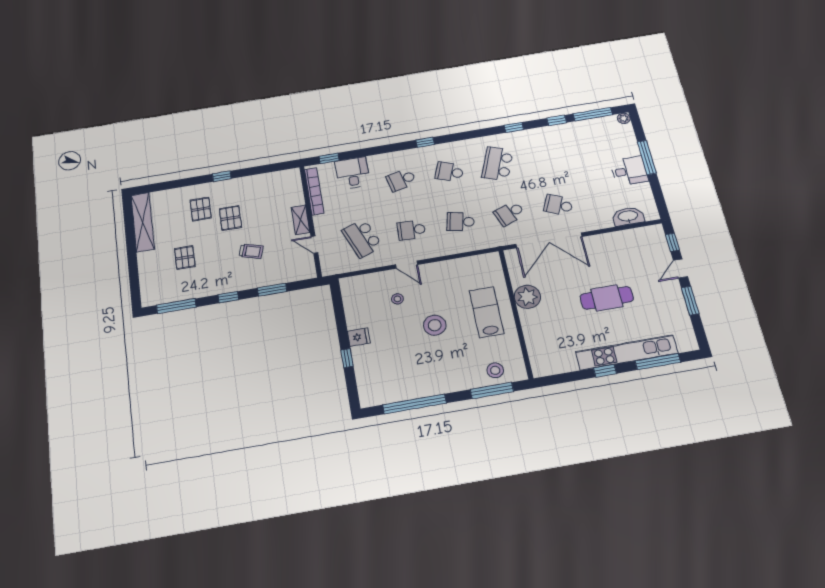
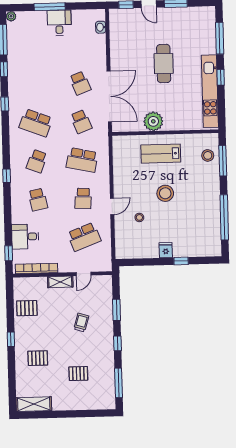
school desk: (558, 205) -> (80, 83), turned -45
washbasin: (628, 216) -> (101, 27), width x0.52, depth x0.69
pallet: (230, 218) -> (27, 308), moved
shelving: (143, 222) -> (34, 404), width x0.68
school desk: (460, 222) -> (82, 160), width x1.85
kitchen unit: (627, 352) -> (210, 91), moved

